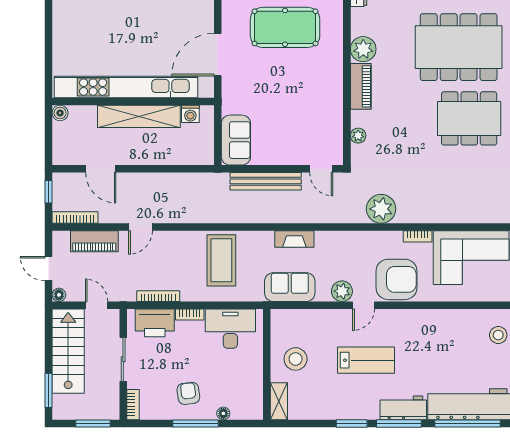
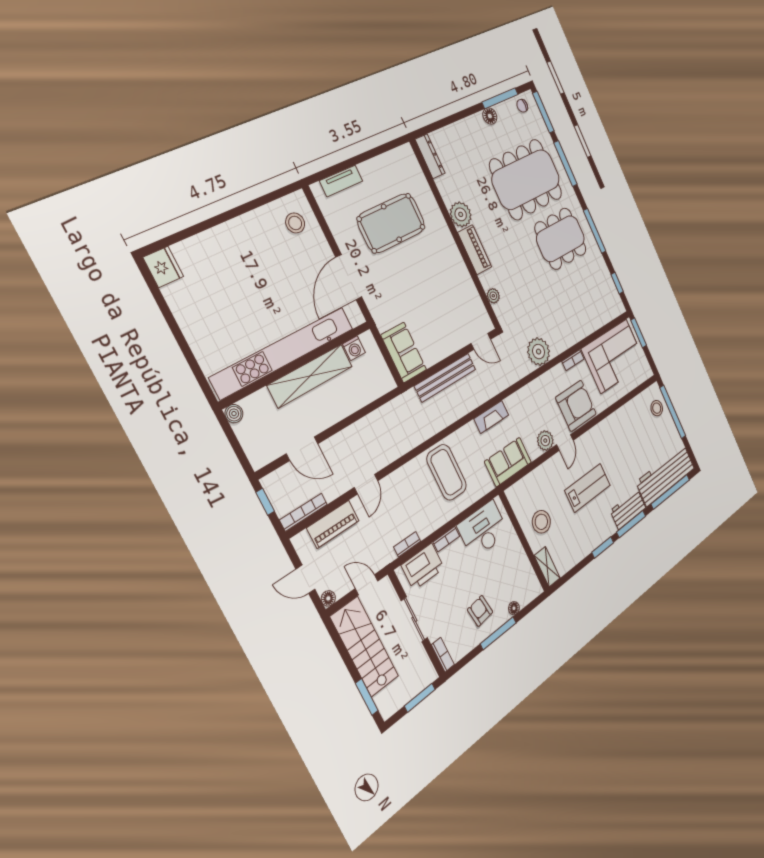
bookcase: (158, 296) -> (407, 544), width x0.64

